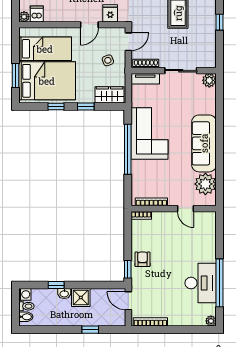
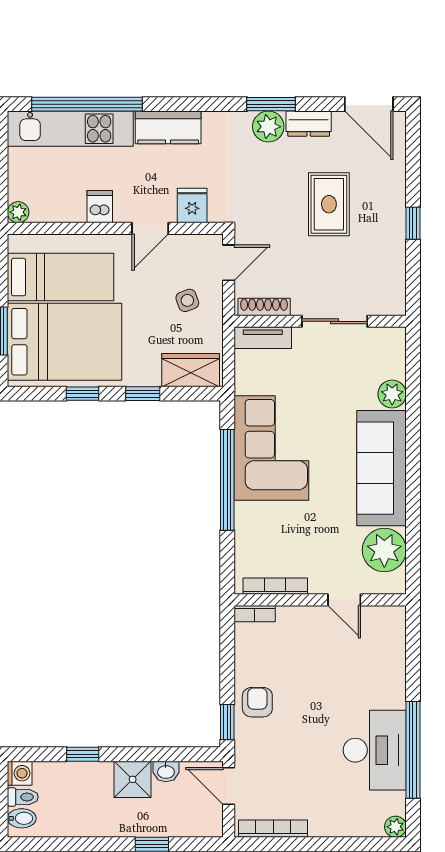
dishwasher: (37, 14) -> (100, 207), moved
plant: (209, 80) -> (392, 394), moved
washbasin: (64, 294) -> (166, 771), moved

